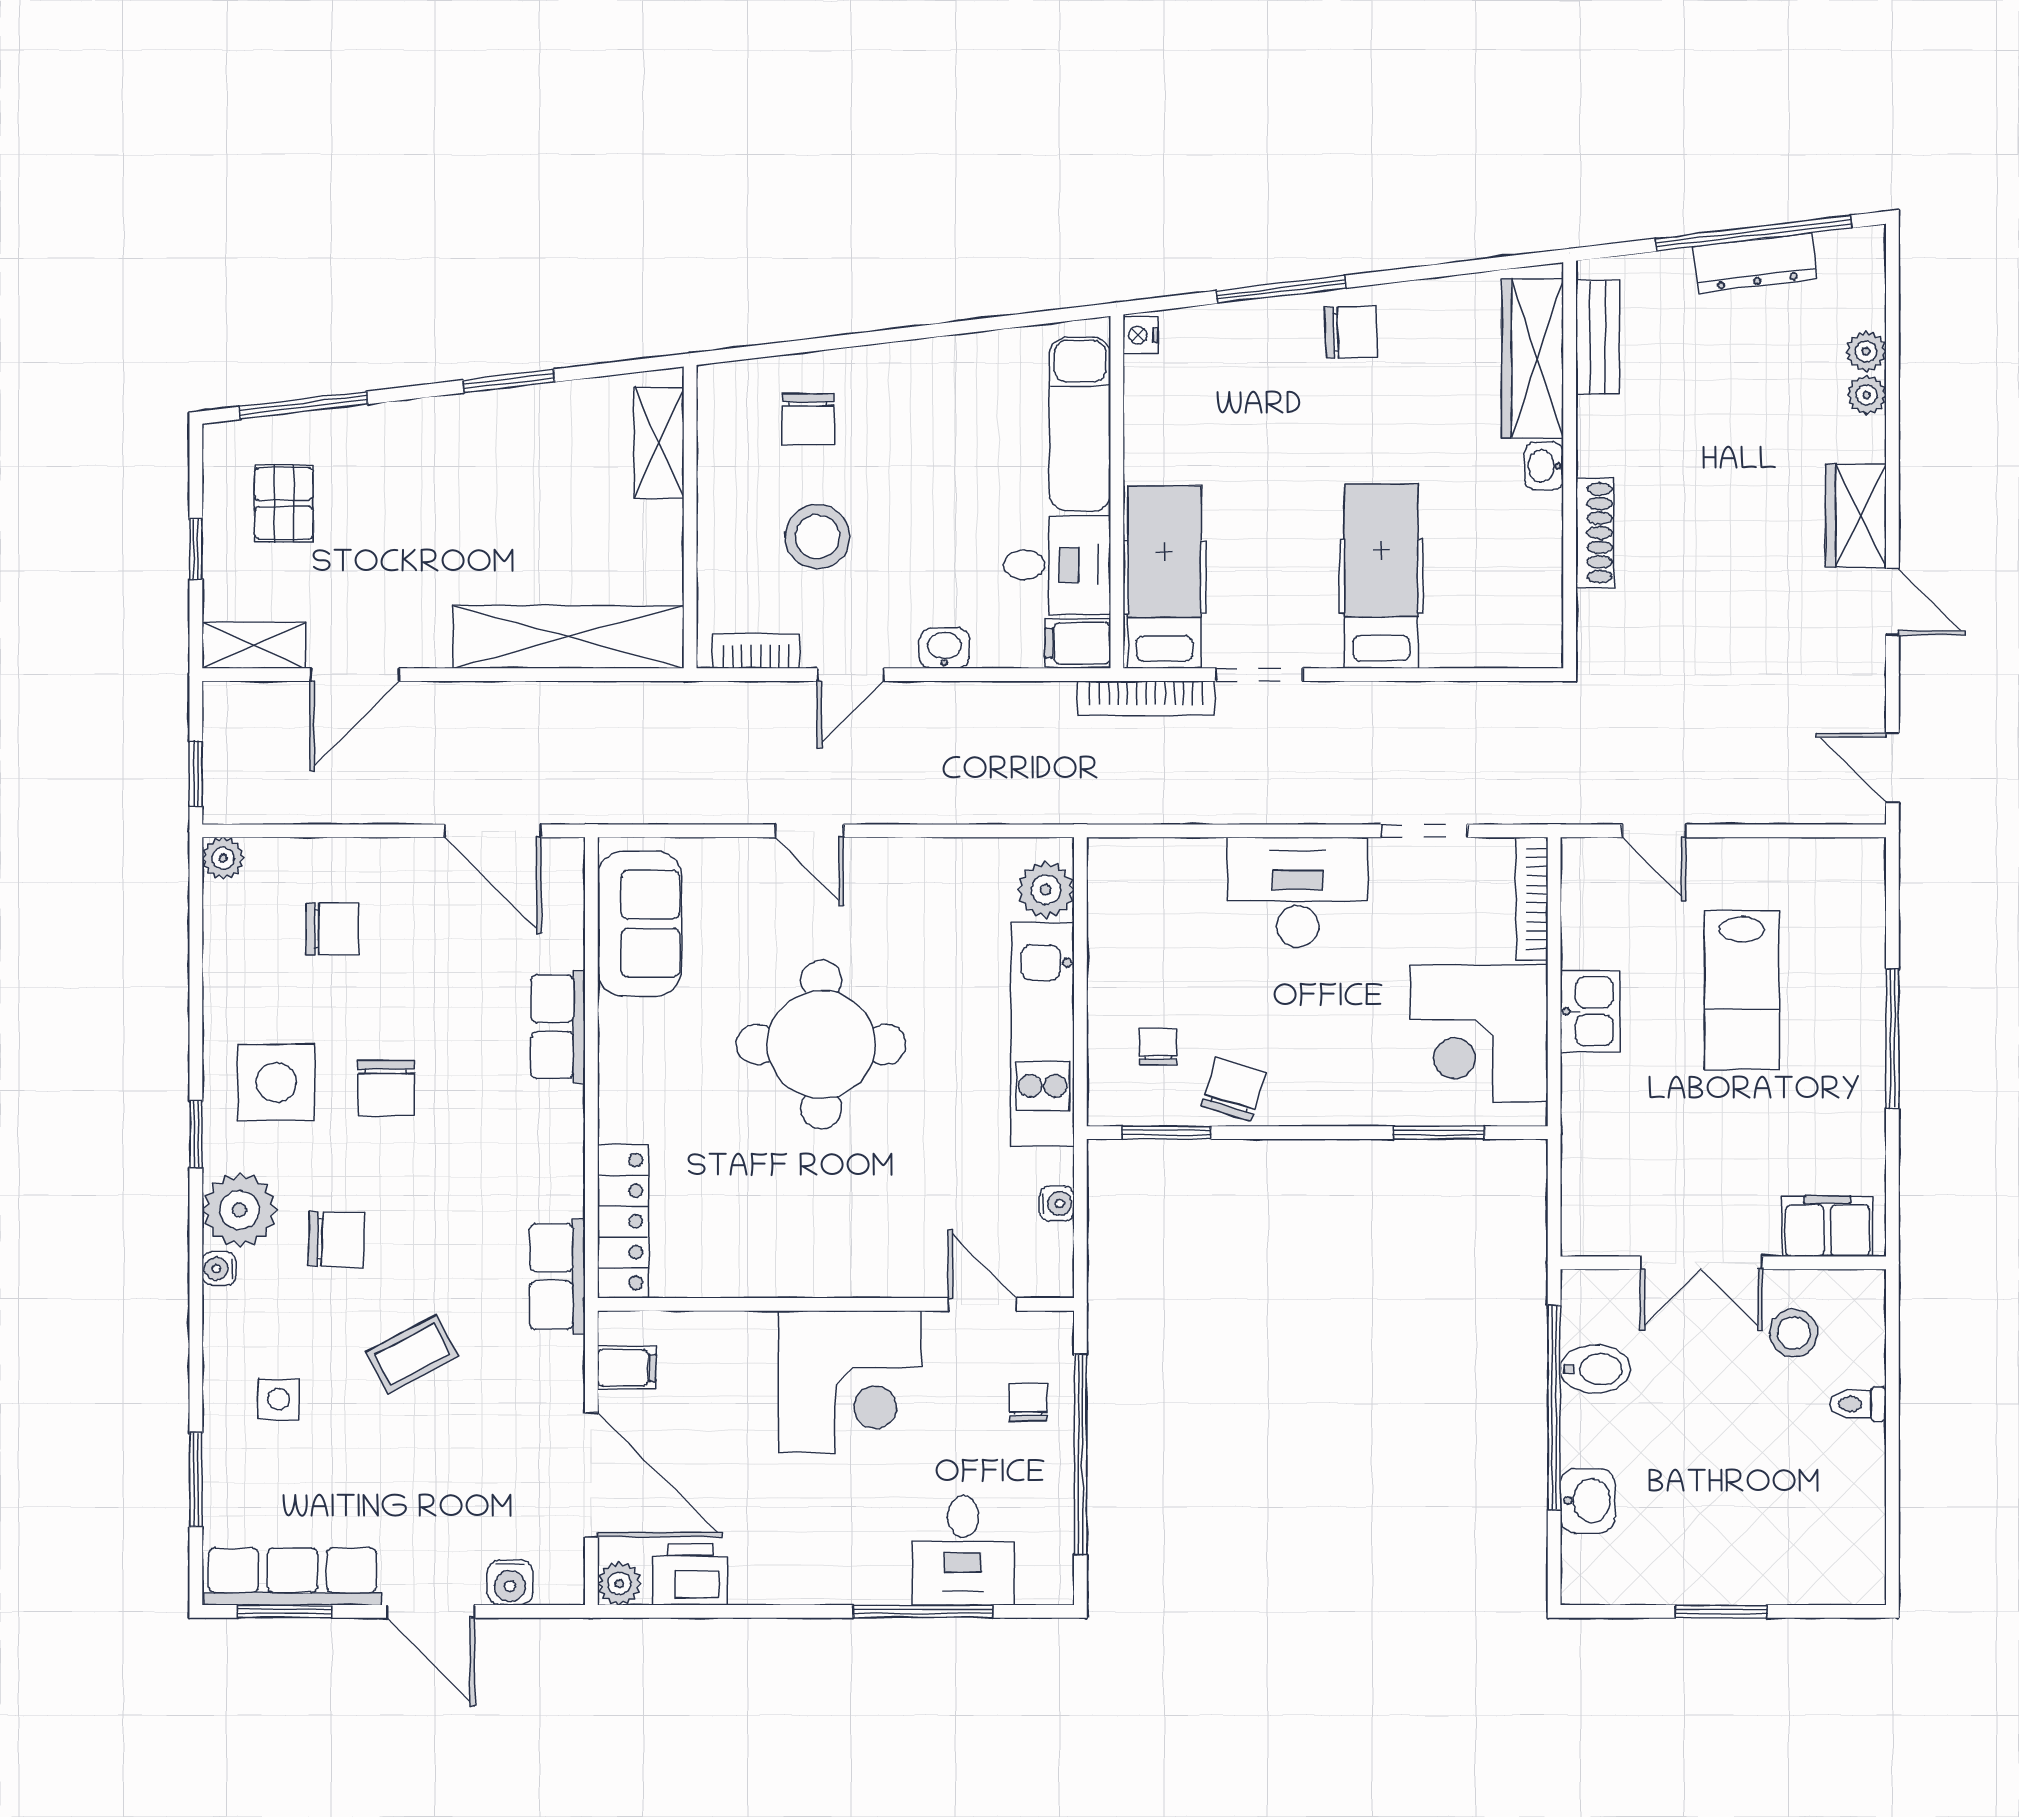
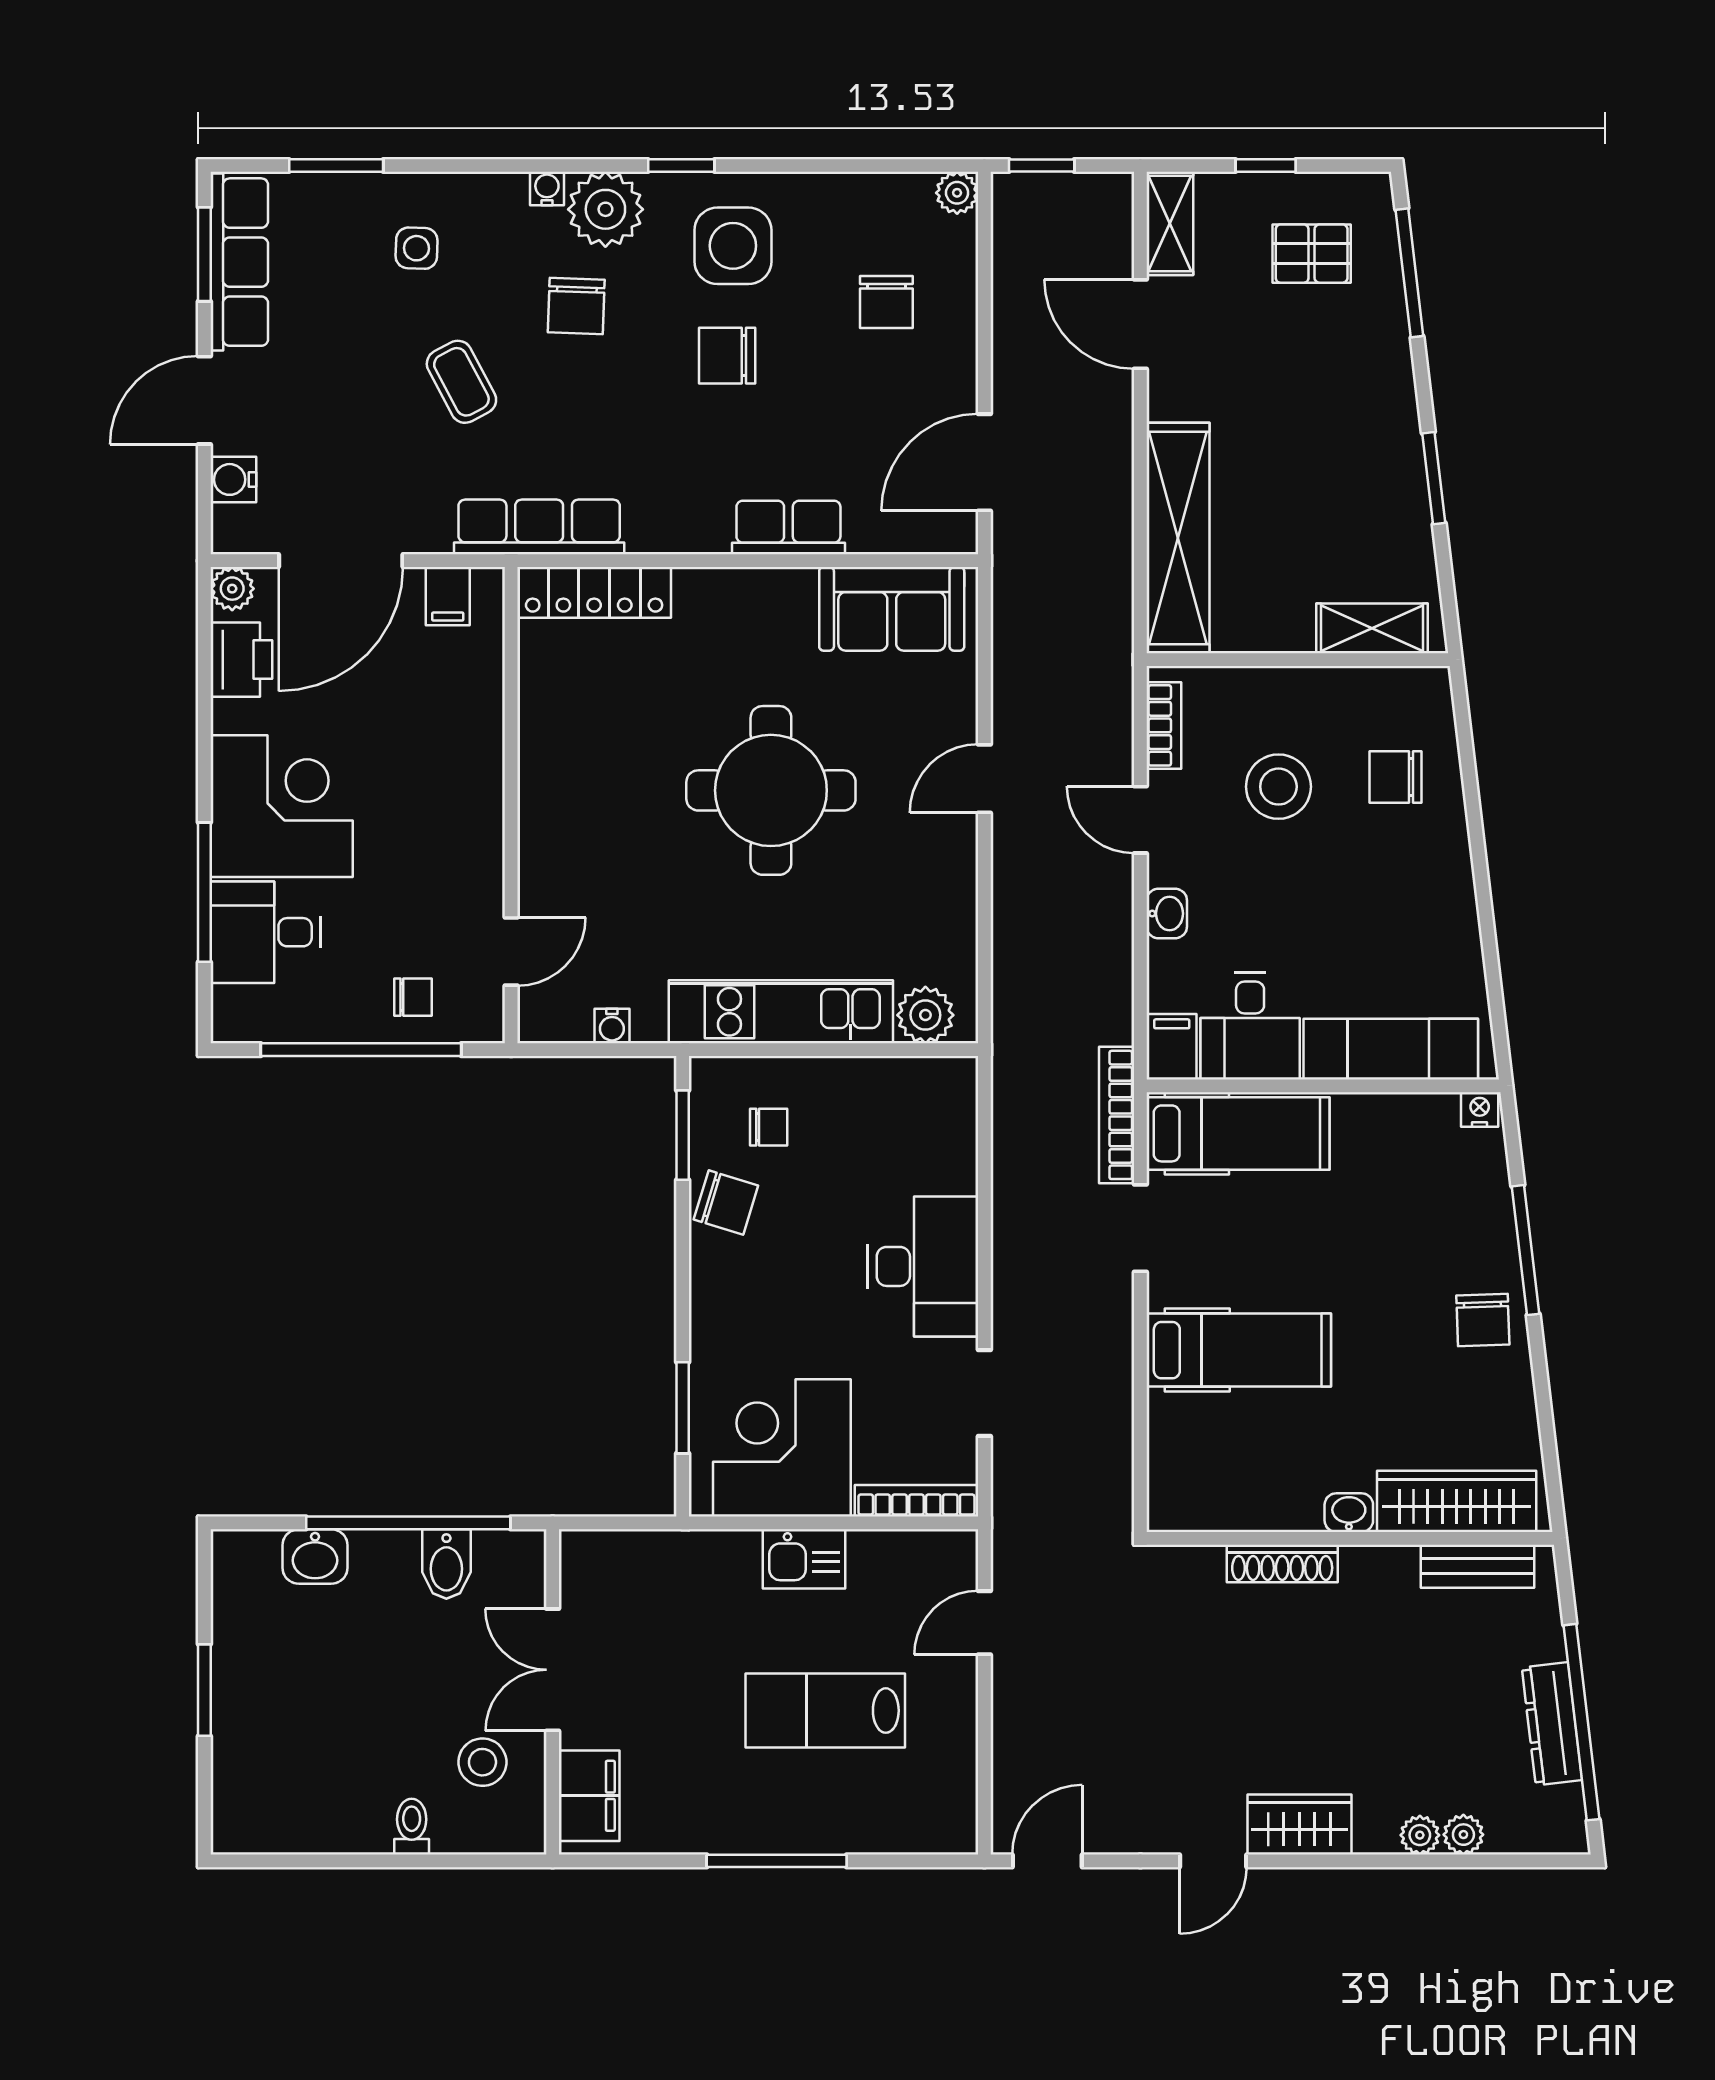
row of seats: (558, 1276) -> (539, 527), width x1.48
corner desk: (850, 1382) -> (282, 806), moved, turned 180

